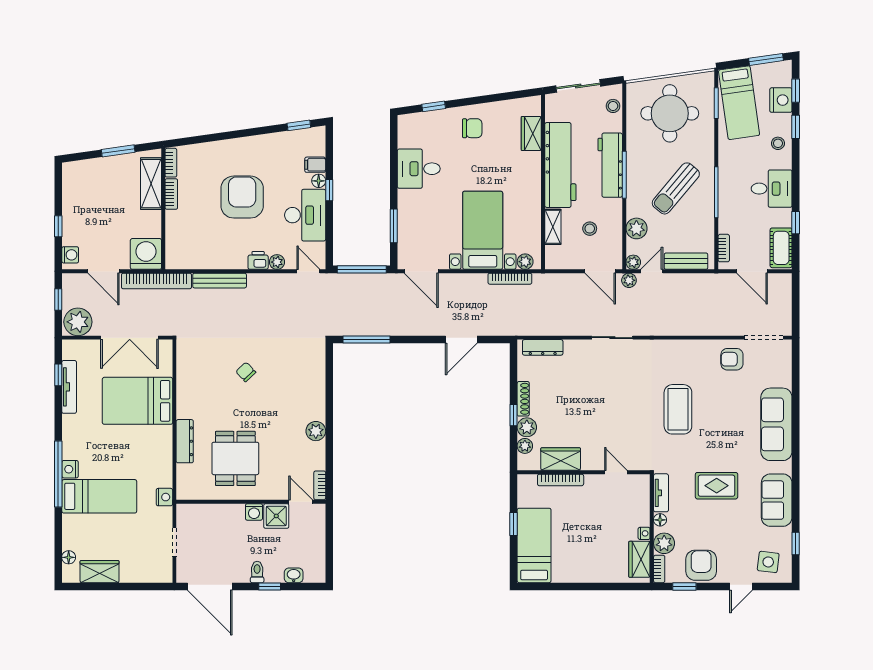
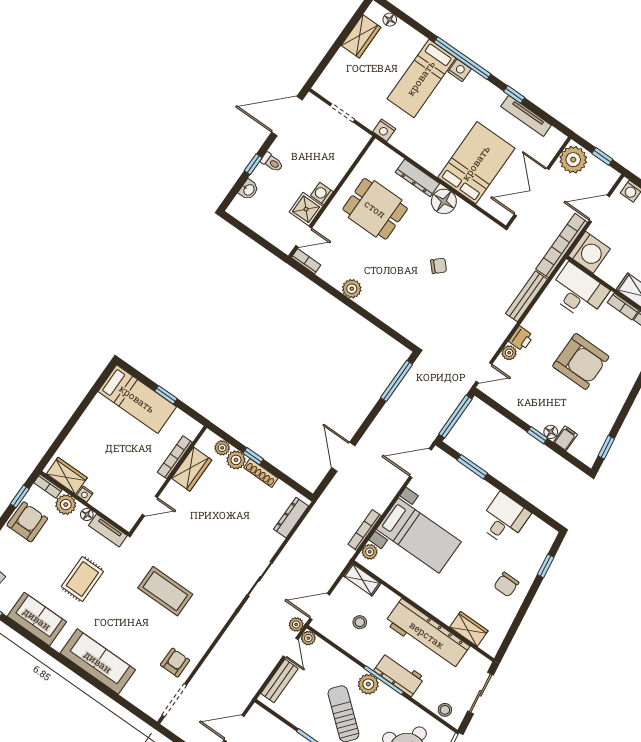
workbench: (610, 165) -> (399, 674), width x0.73
desk: (305, 215) -> (578, 292), moved, turned 180
shelving: (553, 227) -> (362, 580), moved
plant: (636, 228) -> (368, 684), moved
bookcase: (724, 248) -> (269, 719), removed
window: (58, 375) -> (514, 94), moved
floor lamp: (189, 405) -> (444, 201), added
armchair: (701, 565) -> (27, 522), turned -90

